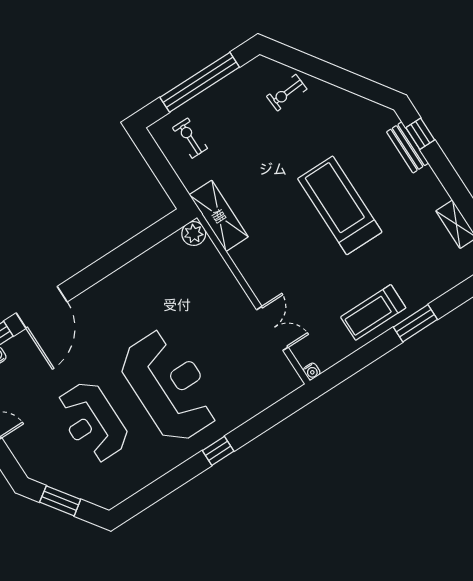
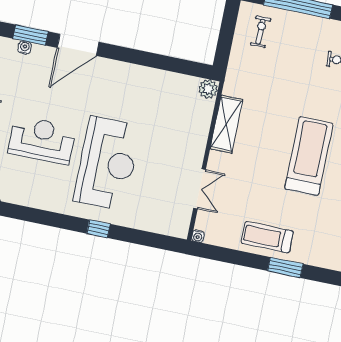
shelving: (219, 216) -> (226, 124), moved
reception desk: (92, 422) -> (42, 140), turned 90

